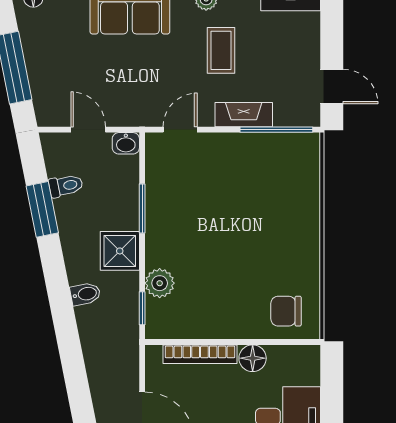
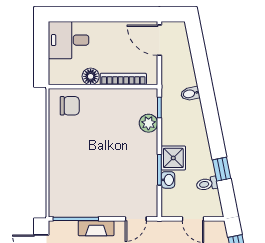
washbasin: (126, 143) -> (168, 180), moved, turned 90
window: (42, 209) -> (222, 169), width x0.67
shower: (120, 251) -> (173, 158), moved
bidet: (85, 294) -> (190, 94), moved

